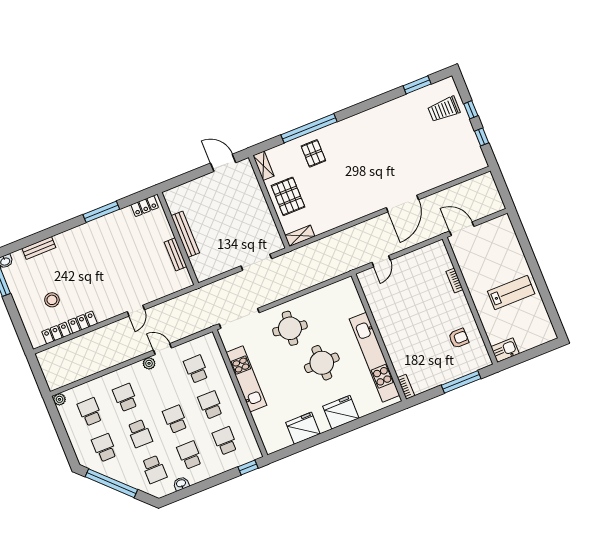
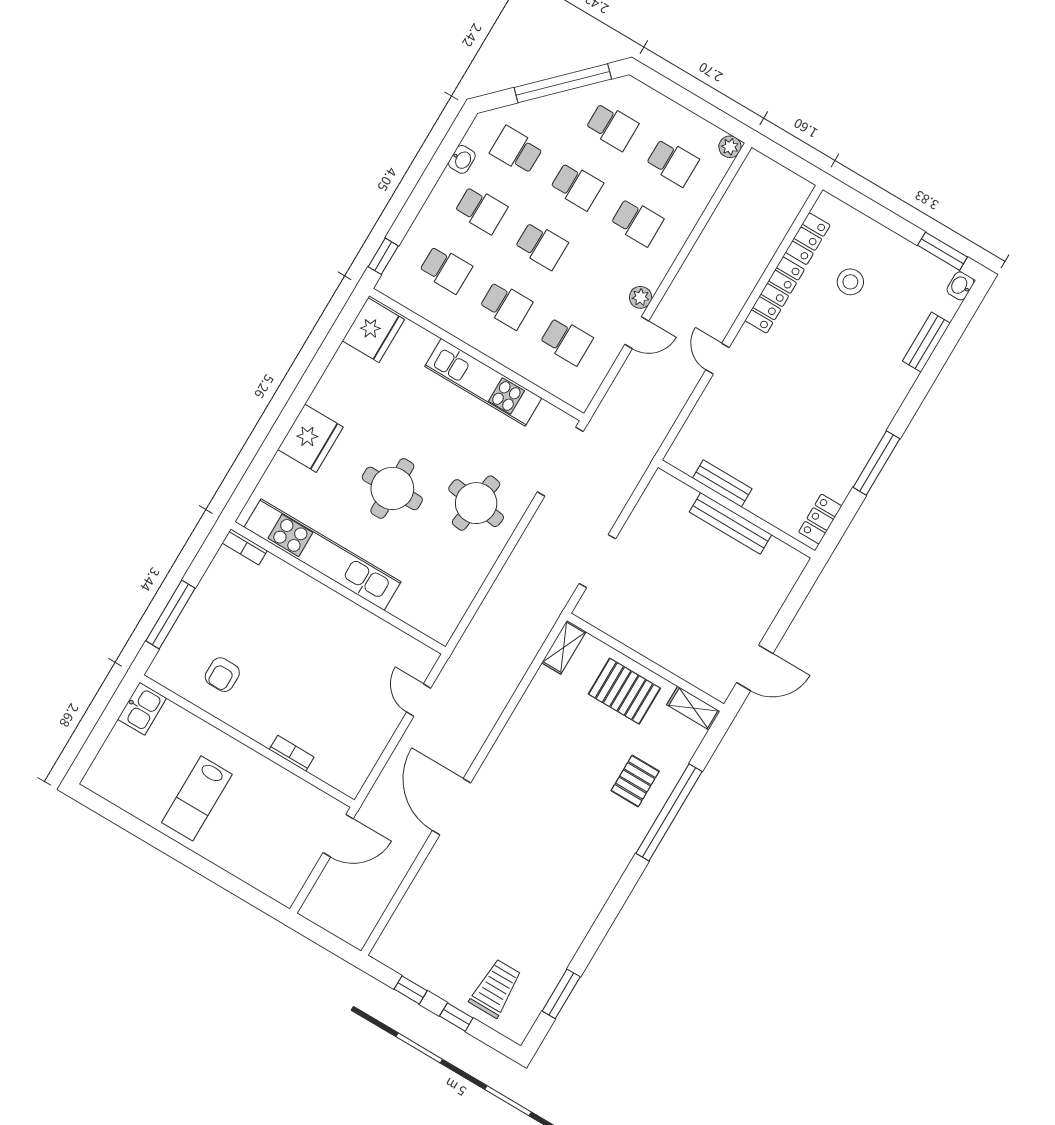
pallet: (313, 153) -> (635, 781), turned 90
locker: (83, 322) -> (775, 295), width x1.53
fridge: (303, 428) -> (373, 330), moved
school desk: (140, 433) -> (577, 186), turned 180

